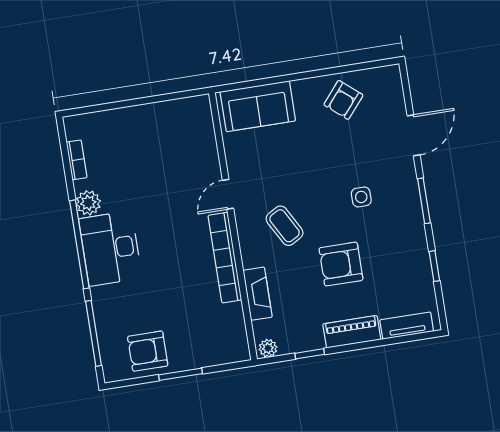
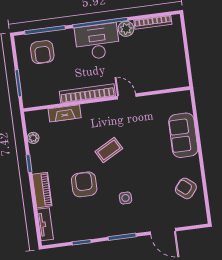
bookcase: (77, 160) -> (153, 22), width x1.56
door: (228, 194) -> (127, 96), moved
wall: (233, 226) -> (107, 99), moved
bookcase: (225, 258) -> (87, 94), moved
fireplace: (258, 294) -> (65, 113), moved
armchair: (148, 351) -> (42, 52), moved, turned 180

